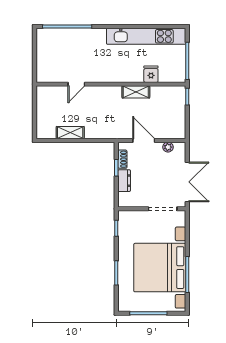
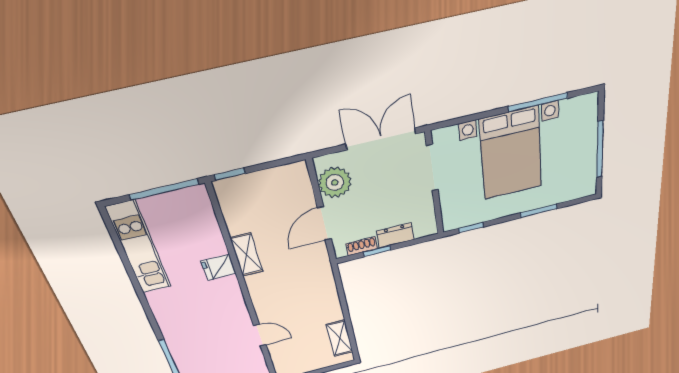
kitchen unit: (146, 36) -> (139, 248), width x0.73
fridge: (151, 74) -> (219, 267), moved
shelving: (70, 133) -> (340, 338), moved
plant: (168, 147) -> (335, 182), width x1.87, depth x1.87
bed with nightstands: (160, 268) -> (511, 154), width x0.73

